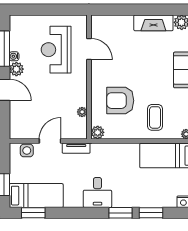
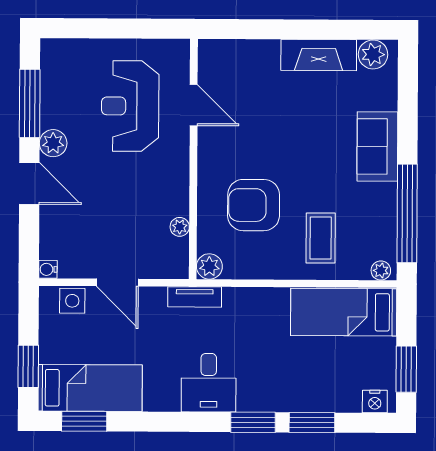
water cooler: (14, 56) -> (48, 269), moved
door: (50, 141) -> (117, 283), swing flipped
tv unit: (76, 148) -> (195, 297), moved

